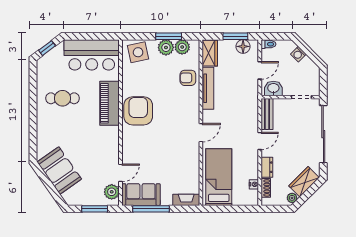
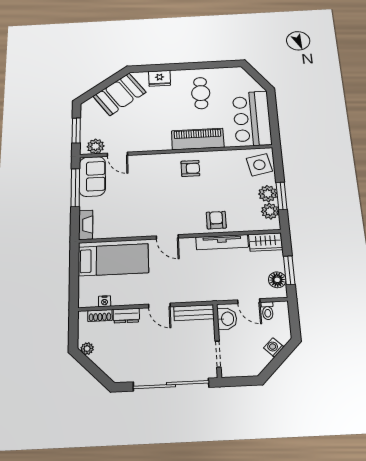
toilet: (268, 44) -> (268, 311), moved
window: (47, 48) -> (256, 76), removed
armchair: (188, 78) -> (216, 220), moved
armchair: (138, 111) -> (190, 168), width x0.53, depth x0.53
fridge: (44, 134) -> (159, 78), added
wardrobe: (304, 182) -> (108, 363), removed

